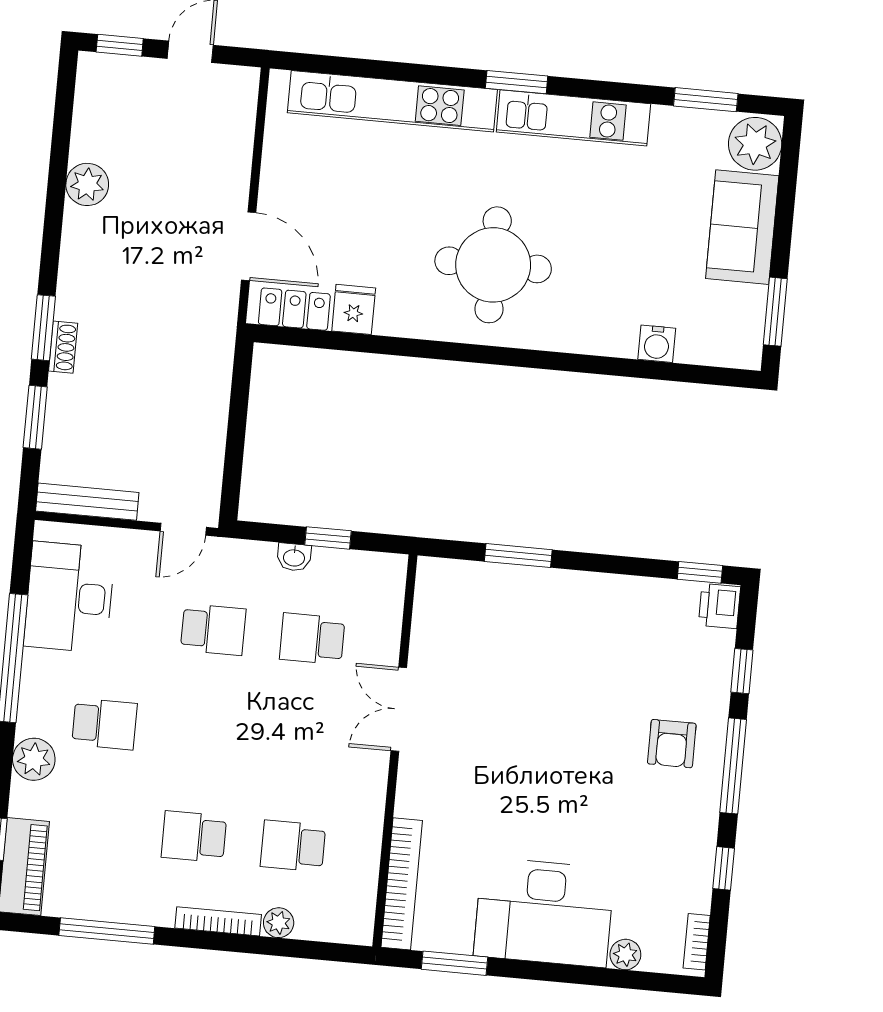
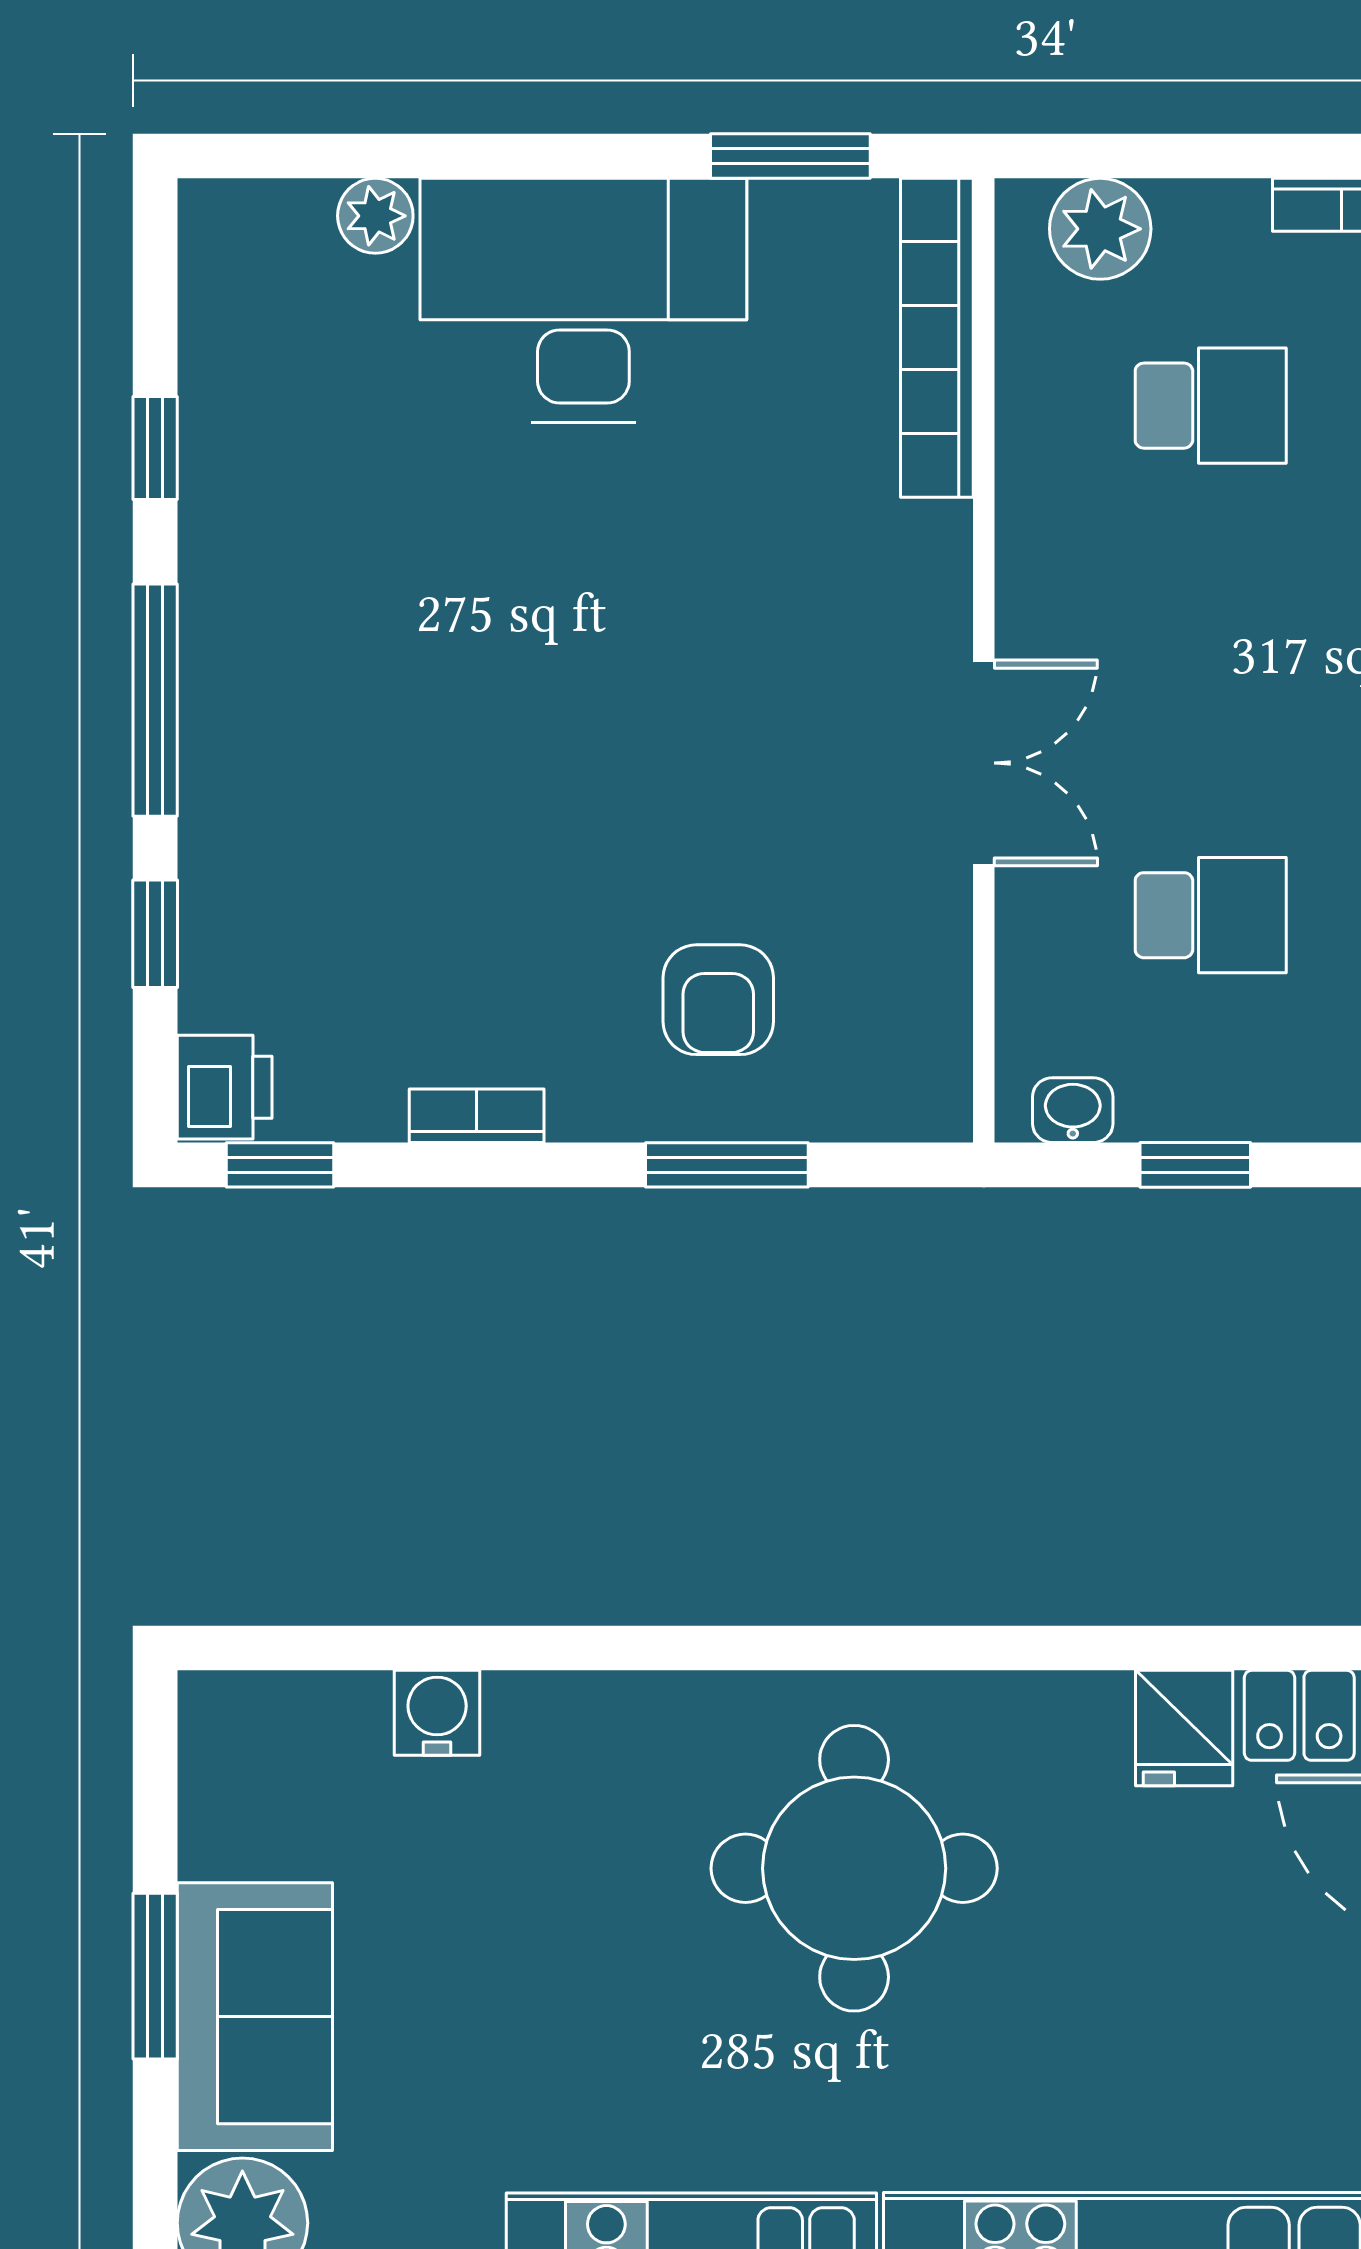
window: (775, 312) -> (155, 1976), moved
washbasin: (294, 557) -> (1073, 1110), moved
armchair: (672, 744) -> (718, 1000), moved, turned 180
plant: (279, 923) -> (1100, 229), moved, width x1.38, depth x1.38
bookcase: (697, 942) -> (477, 1116), moved, turned -90

